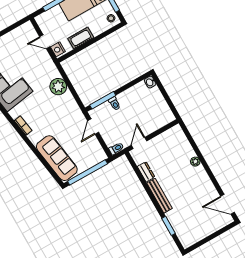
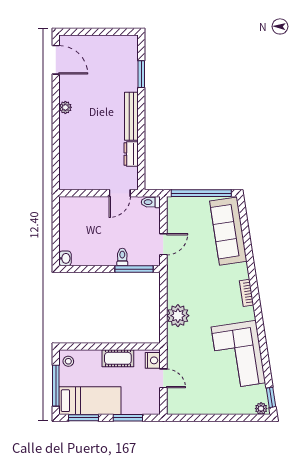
plant: (195, 162) -> (65, 107), moved

